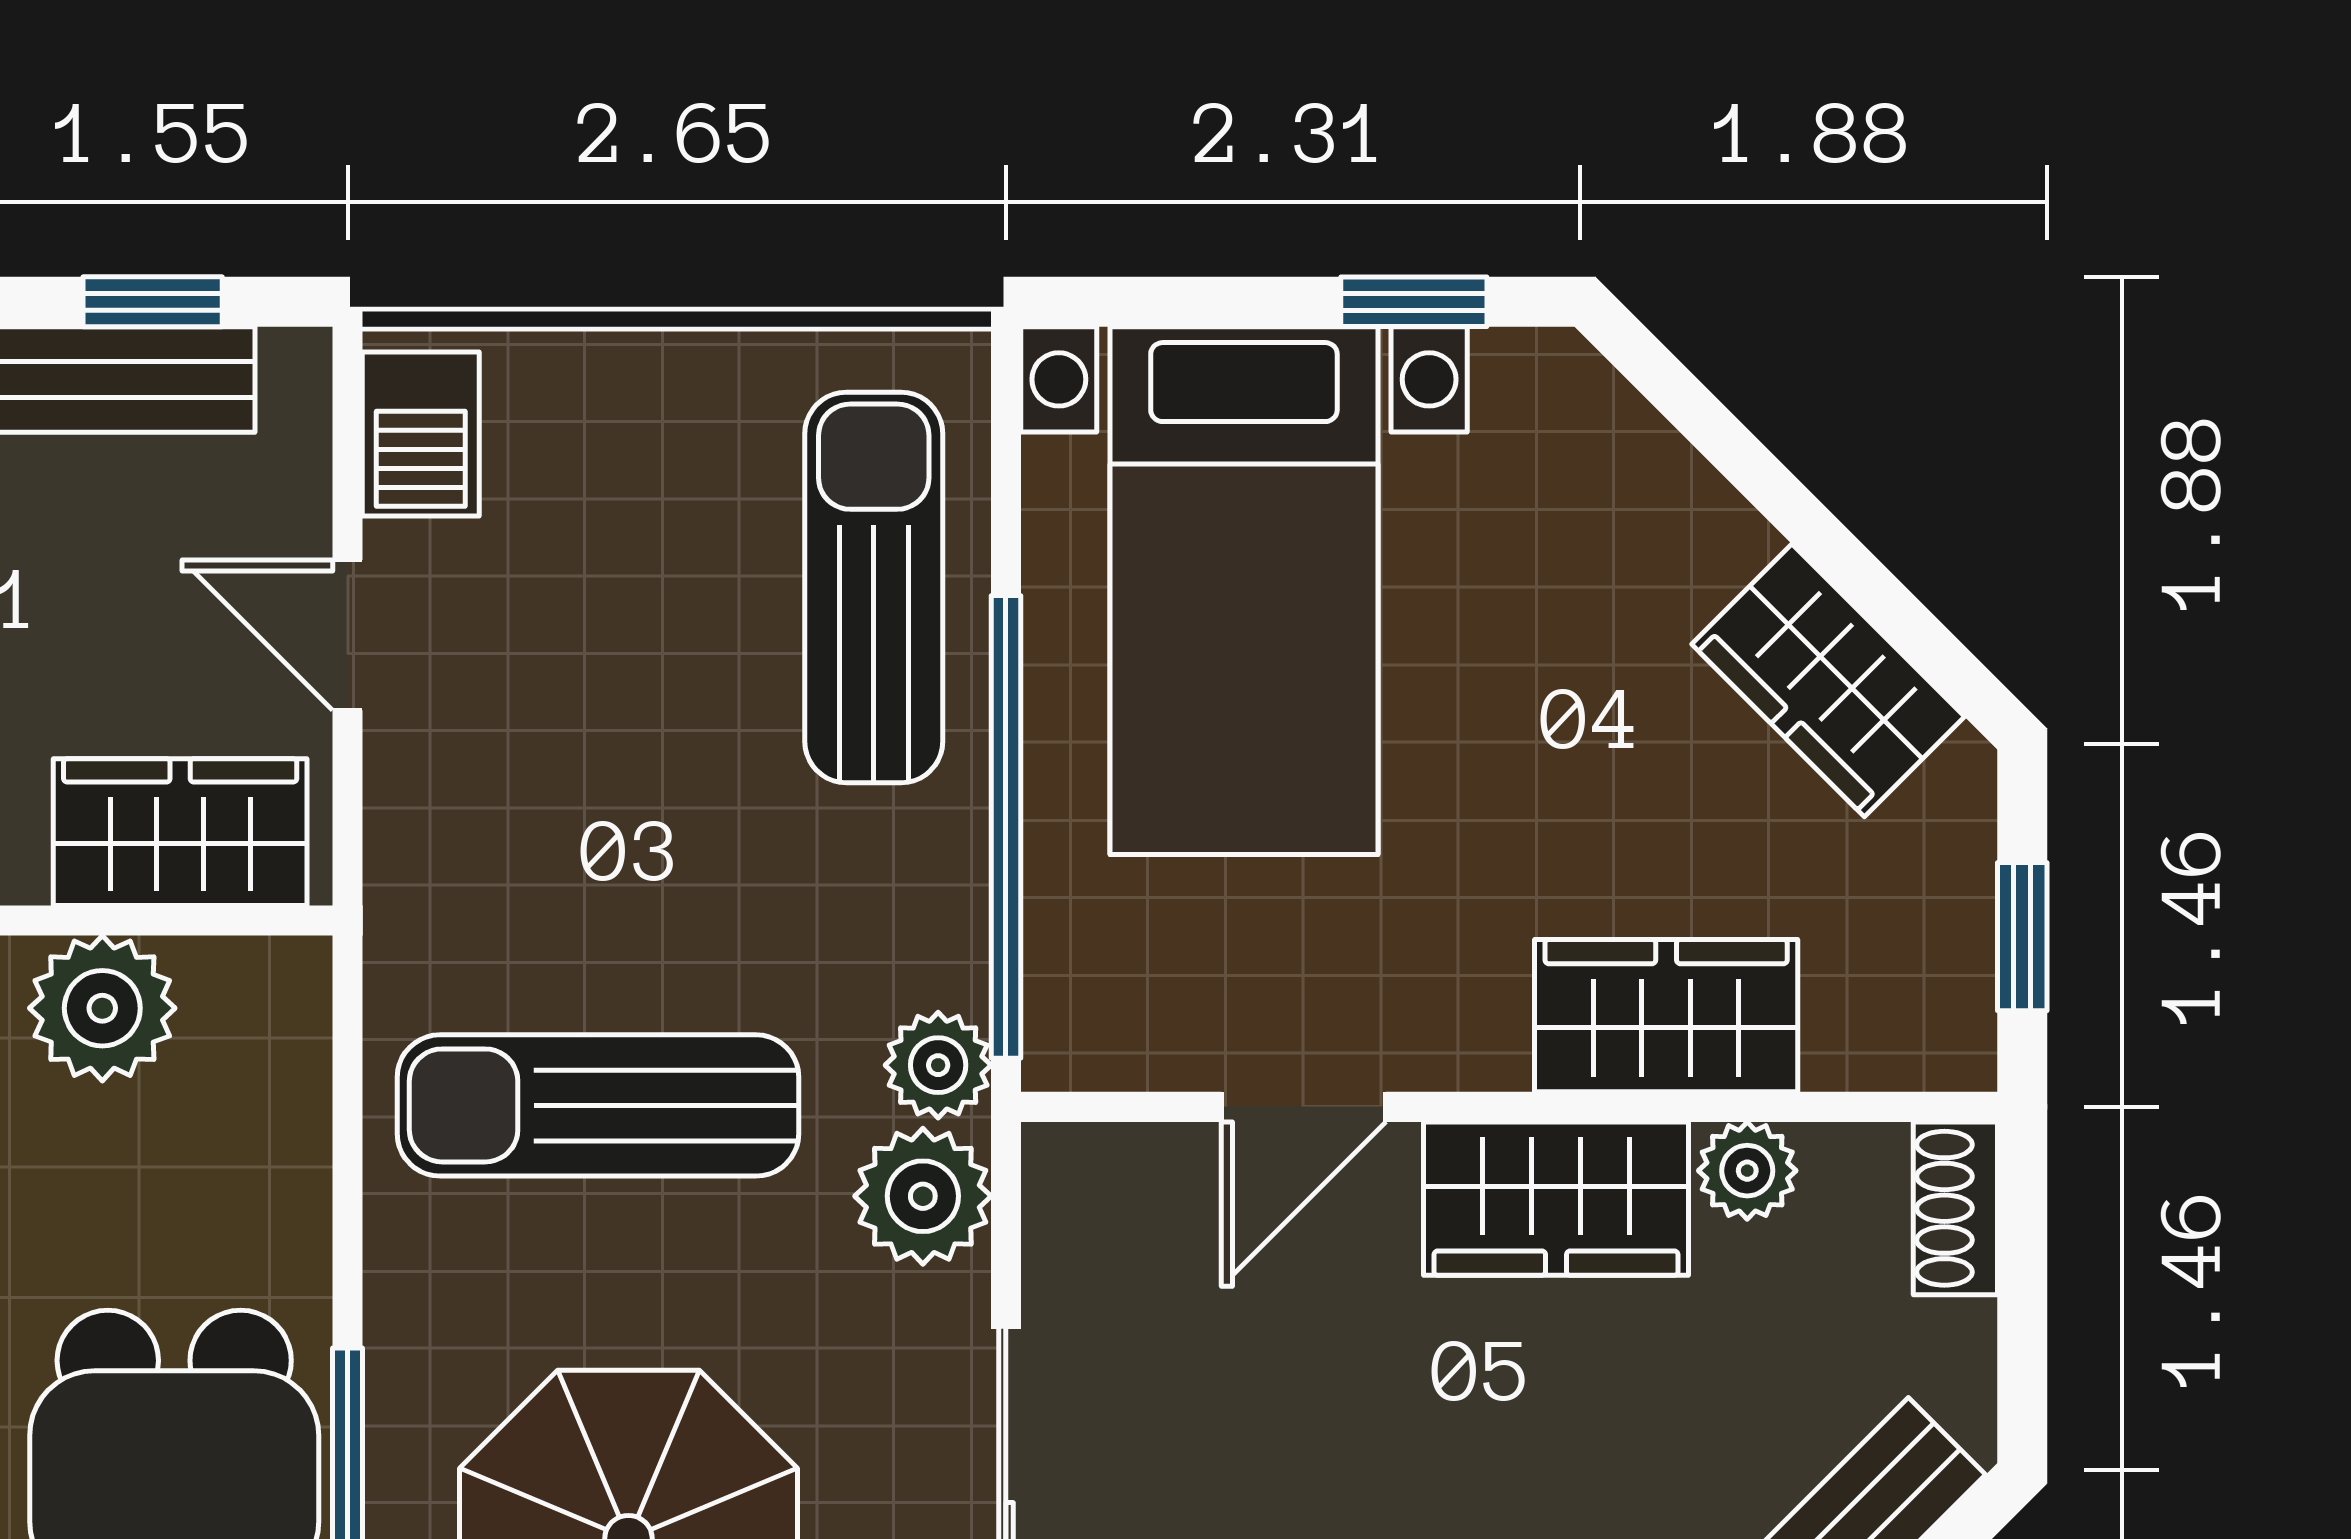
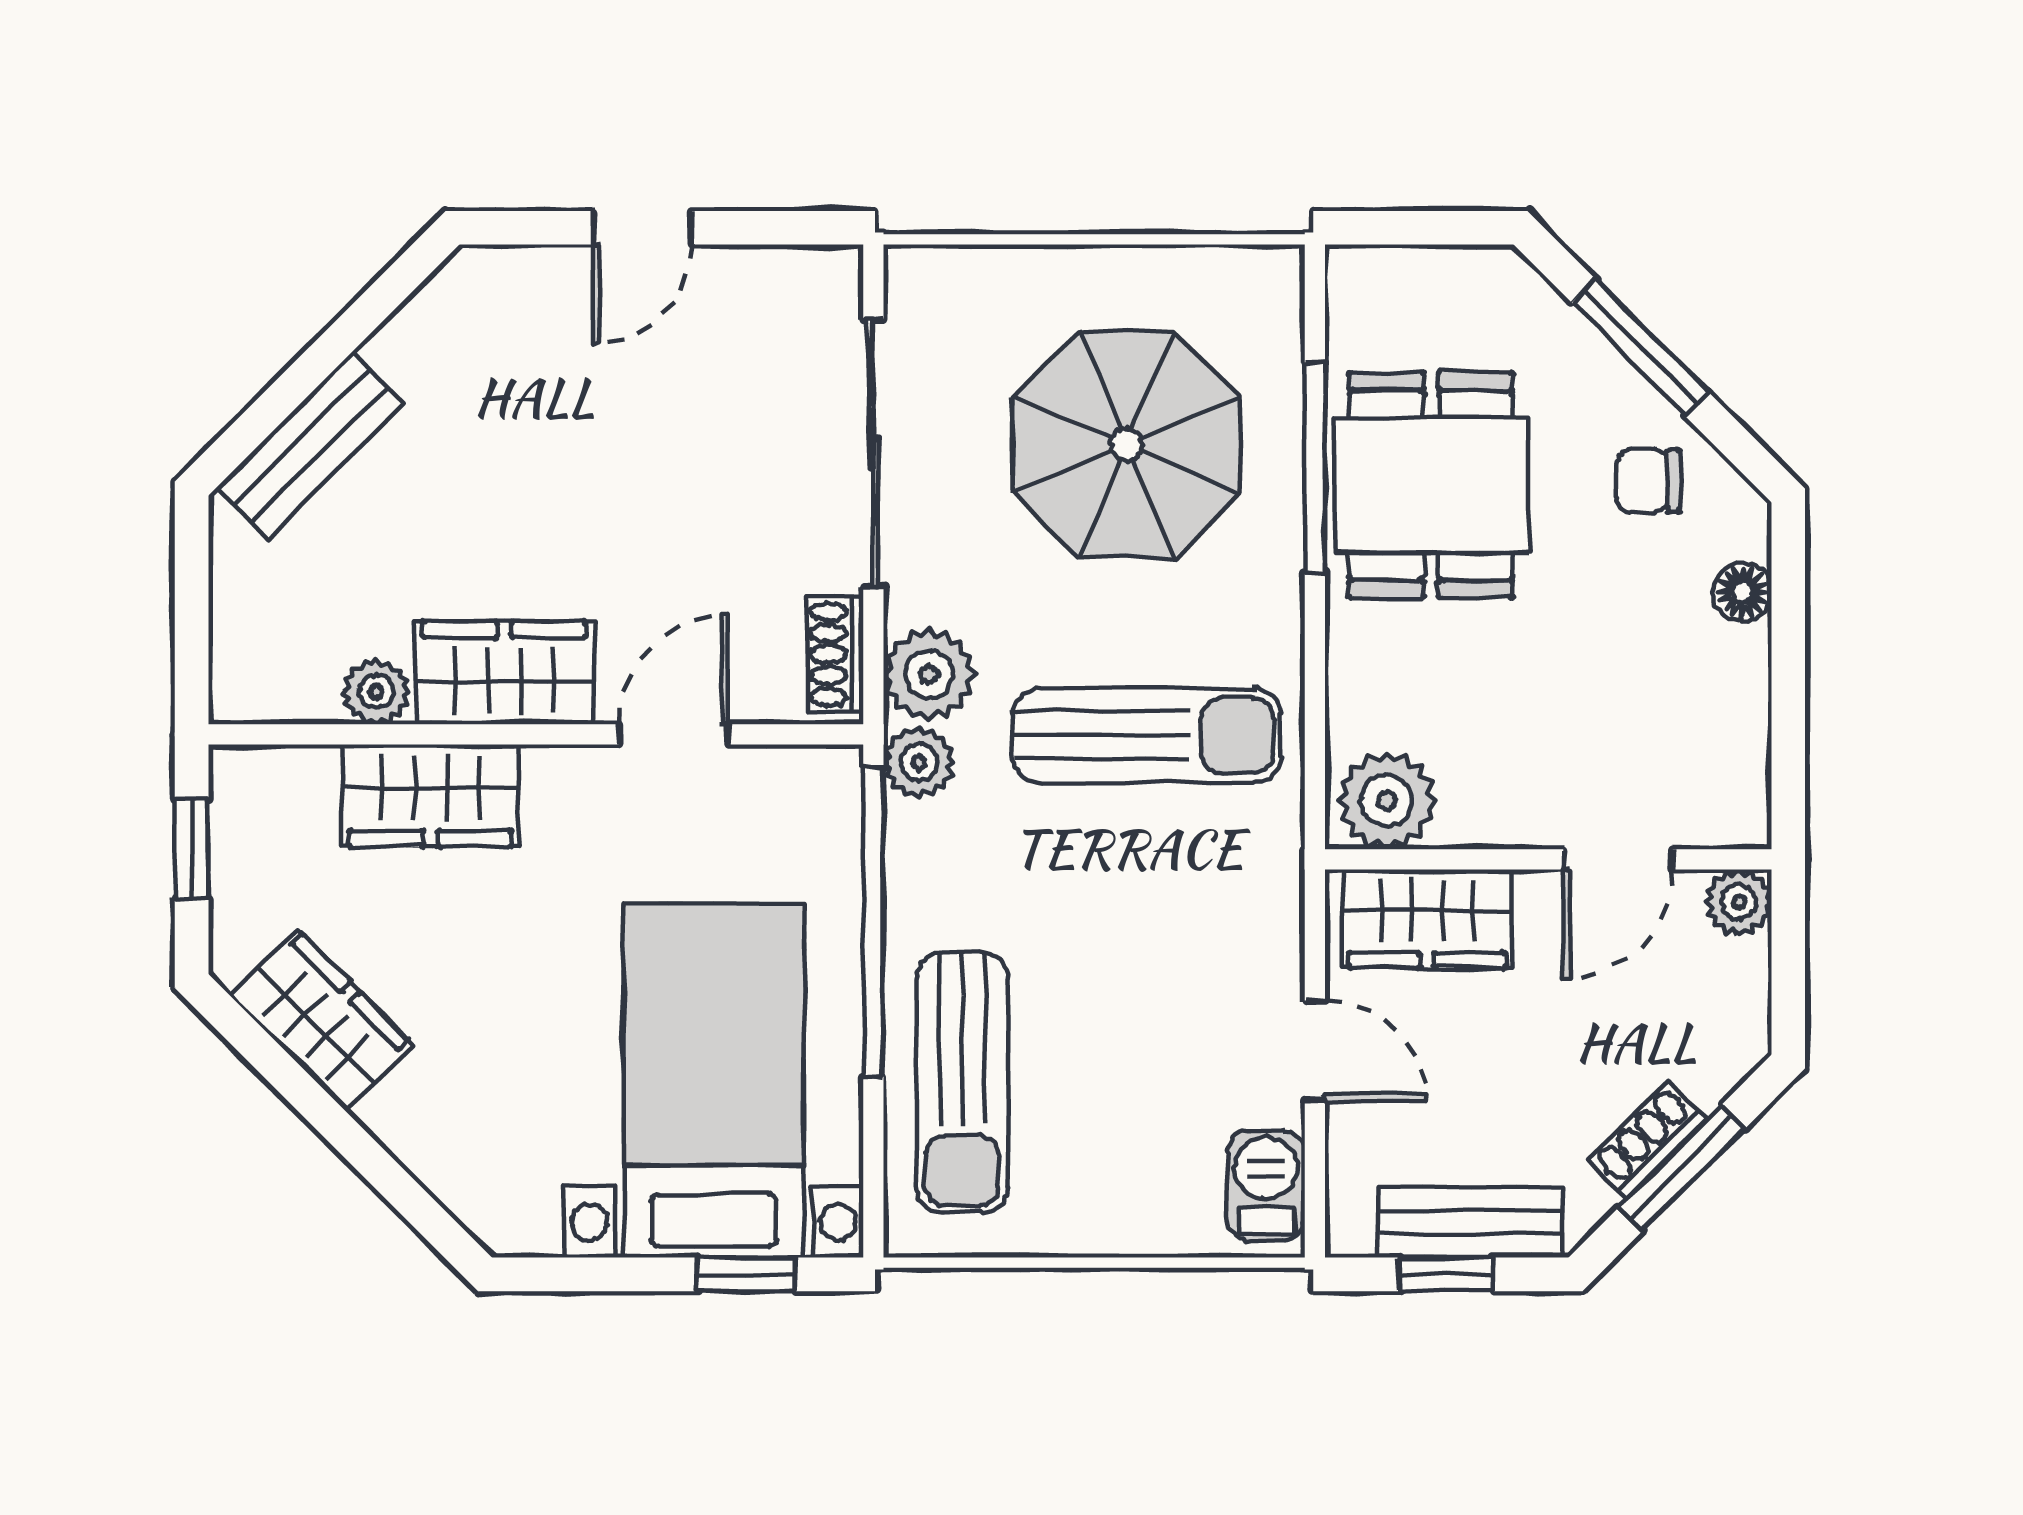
window: (1414, 302) -> (746, 1274), moved
plant: (102, 1008) -> (1387, 801), moved
shoe rack: (1955, 1208) -> (835, 654), moved, turned 180

